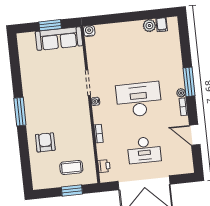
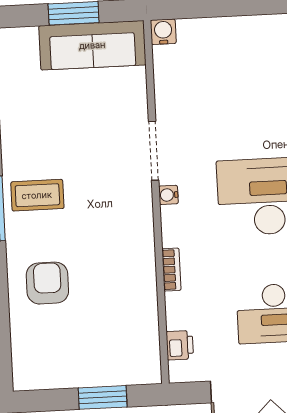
coffee table: (71, 167) -> (37, 195), moved

